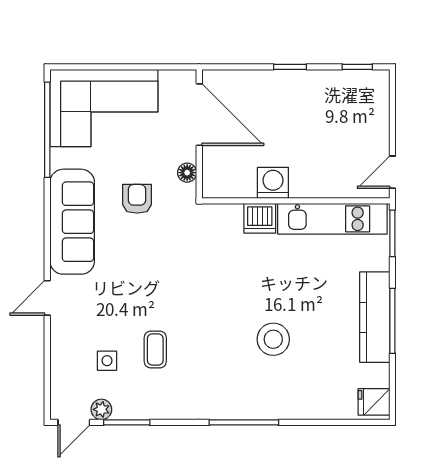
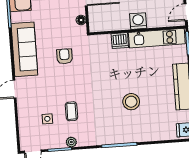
washing machine: (273, 183) -> (138, 21), moved
armchair: (137, 199) -> (64, 56), moved
plant: (101, 409) -> (71, 142), moved

